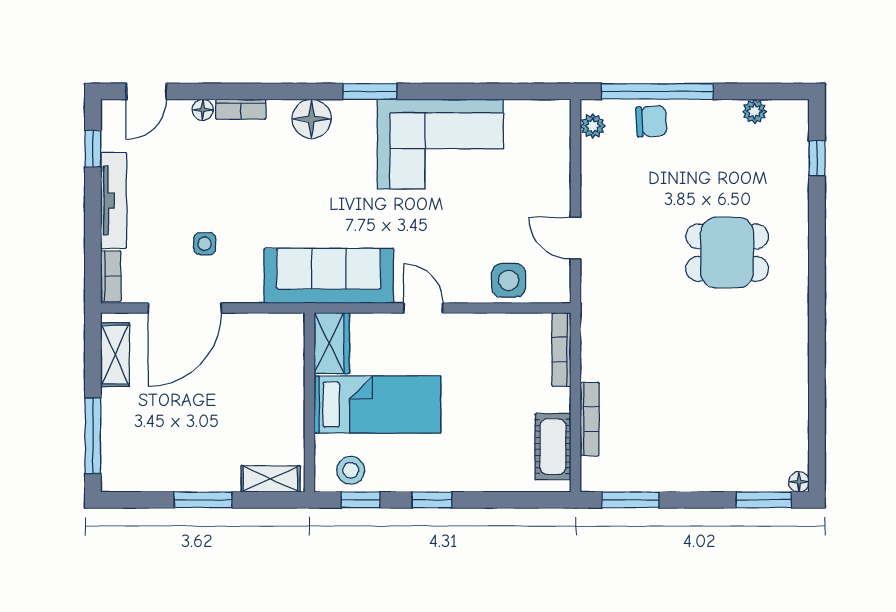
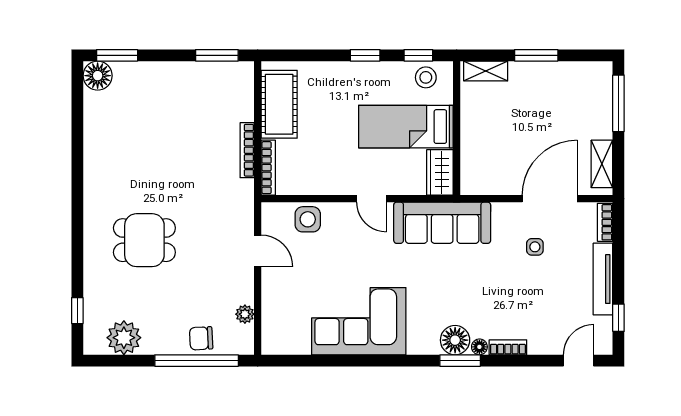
window: (370, 91) -> (460, 361), moved
floor lamp: (203, 110) -> (479, 347), moved
plant: (755, 111) -> (124, 338), width x1.87, depth x1.87
plant: (593, 126) -> (245, 314), moved
bookcase: (590, 419) -> (247, 150), moved
cot: (553, 447) -> (279, 104), width x1.37, depth x1.34
floor lamp: (799, 482) -> (98, 76), width x1.89, depth x1.89

